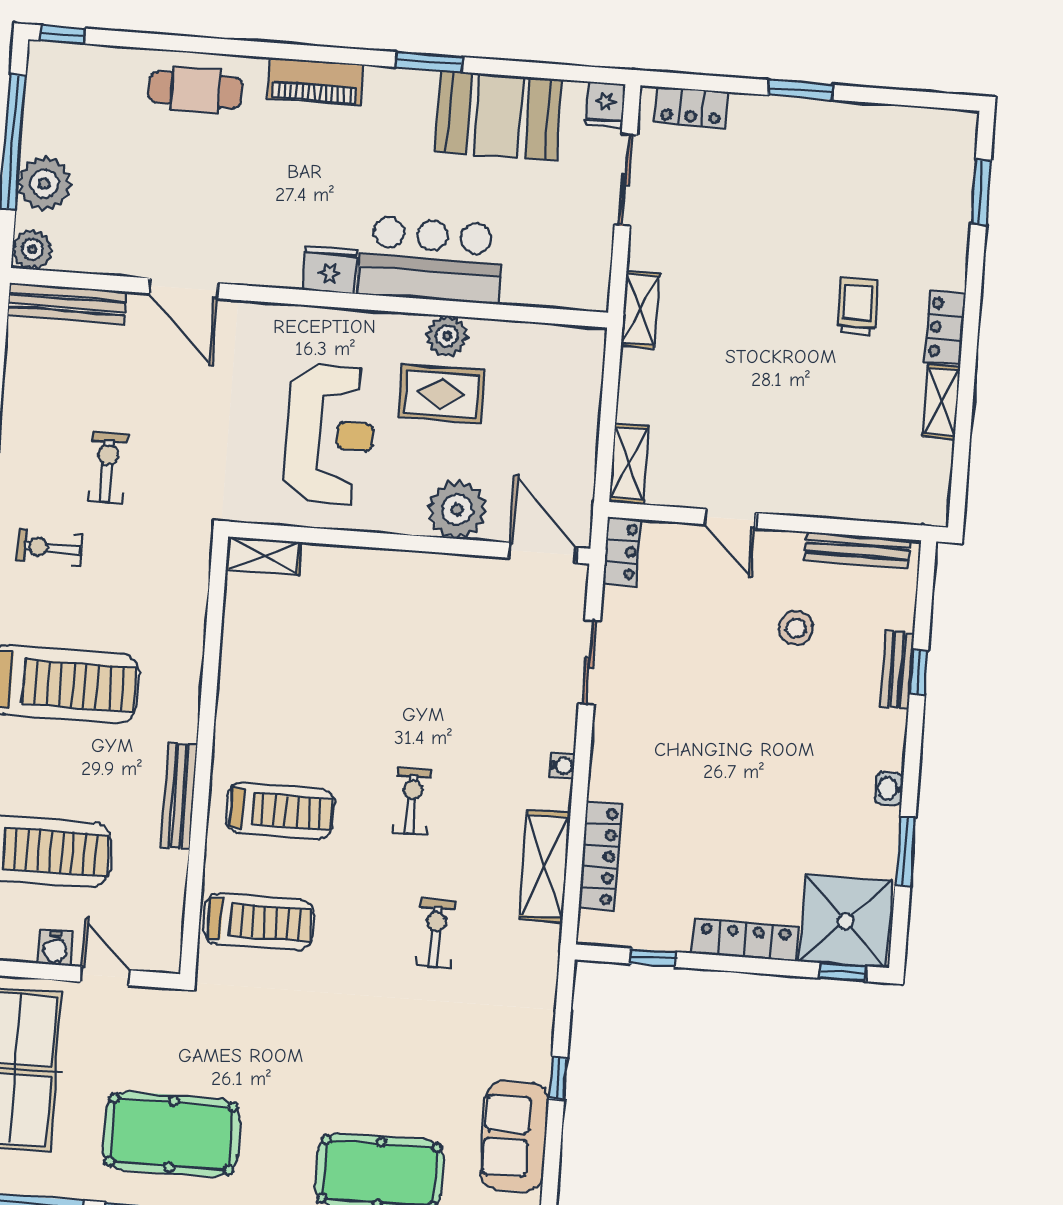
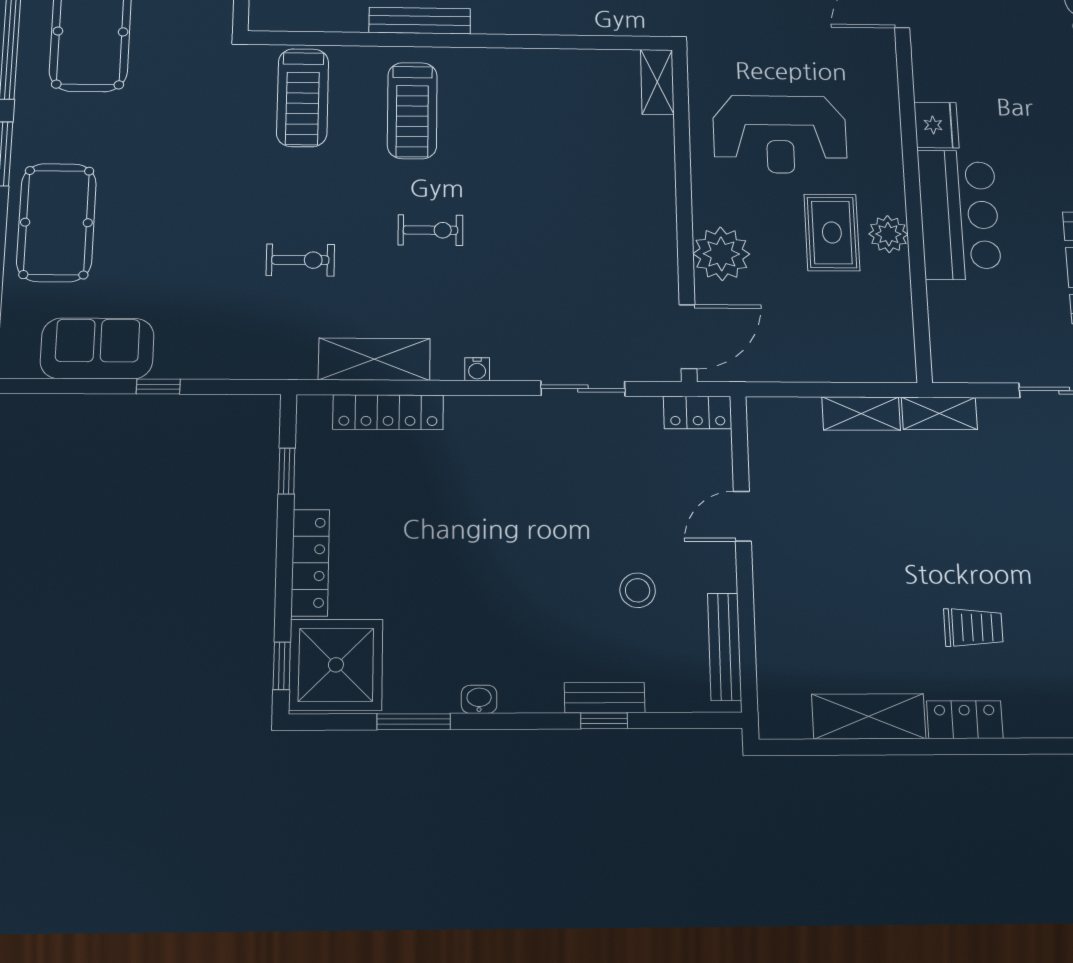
shelving: (941, 402) -> (869, 716), width x1.50, depth x1.33
shelving: (629, 464) -> (861, 414), moved

